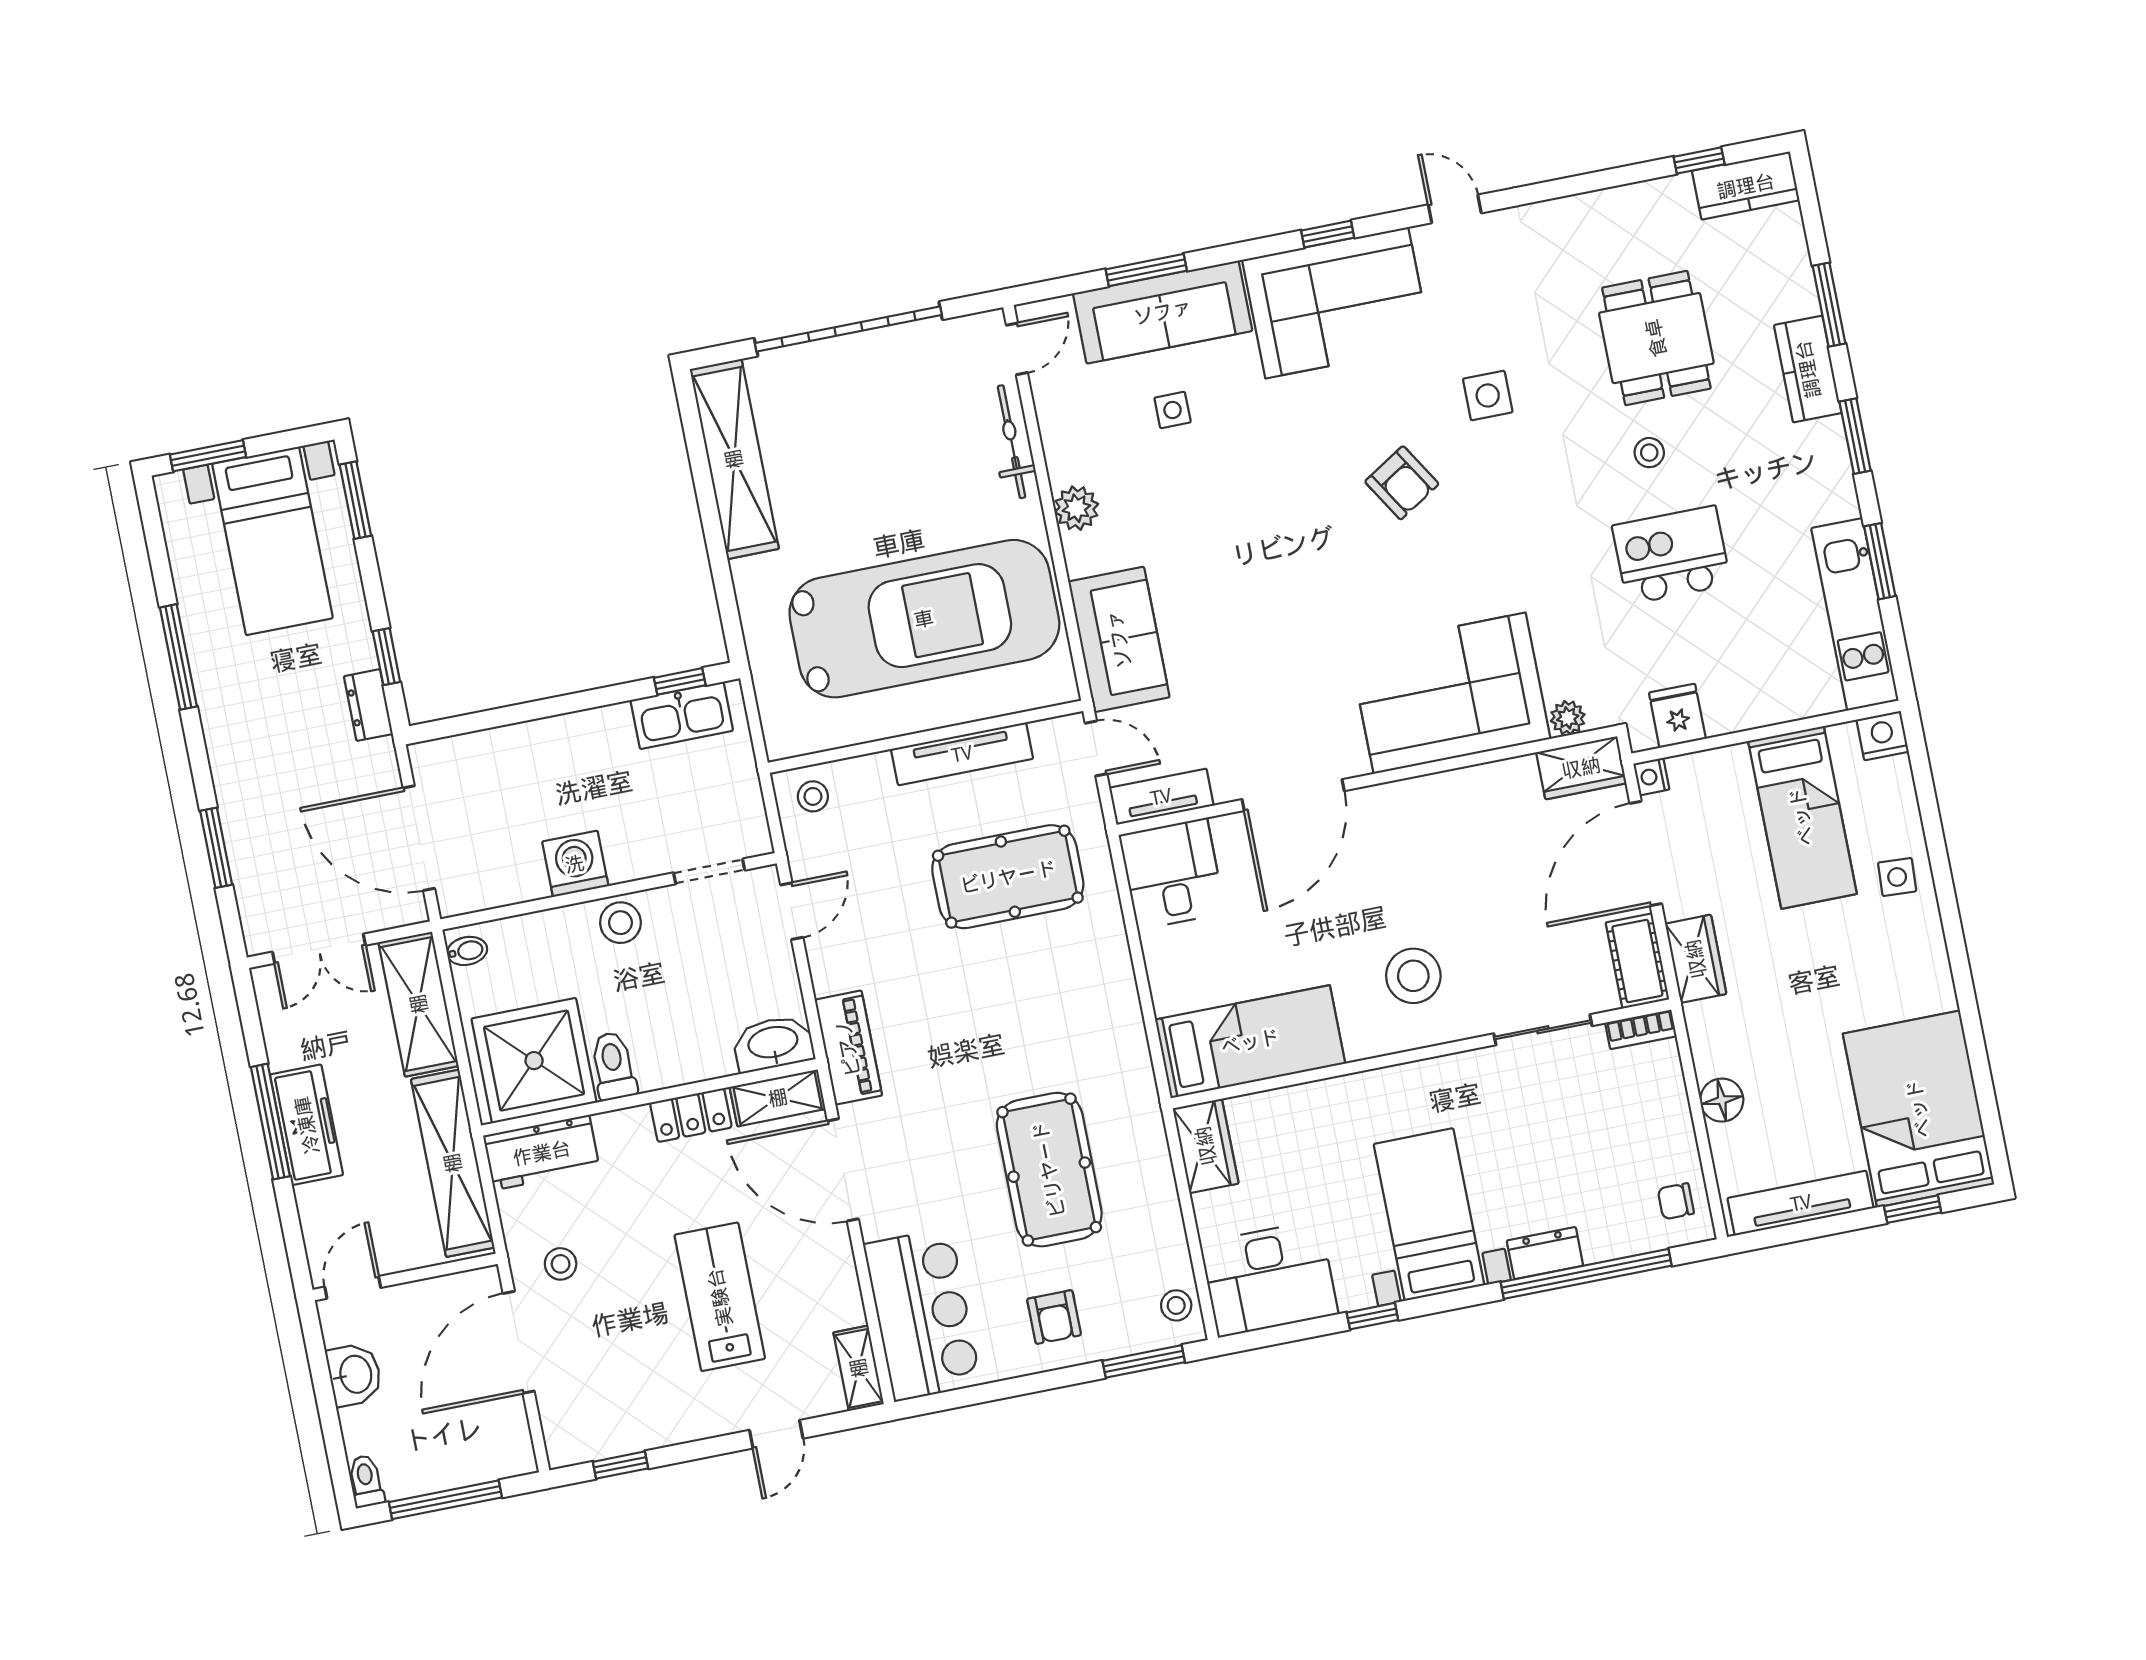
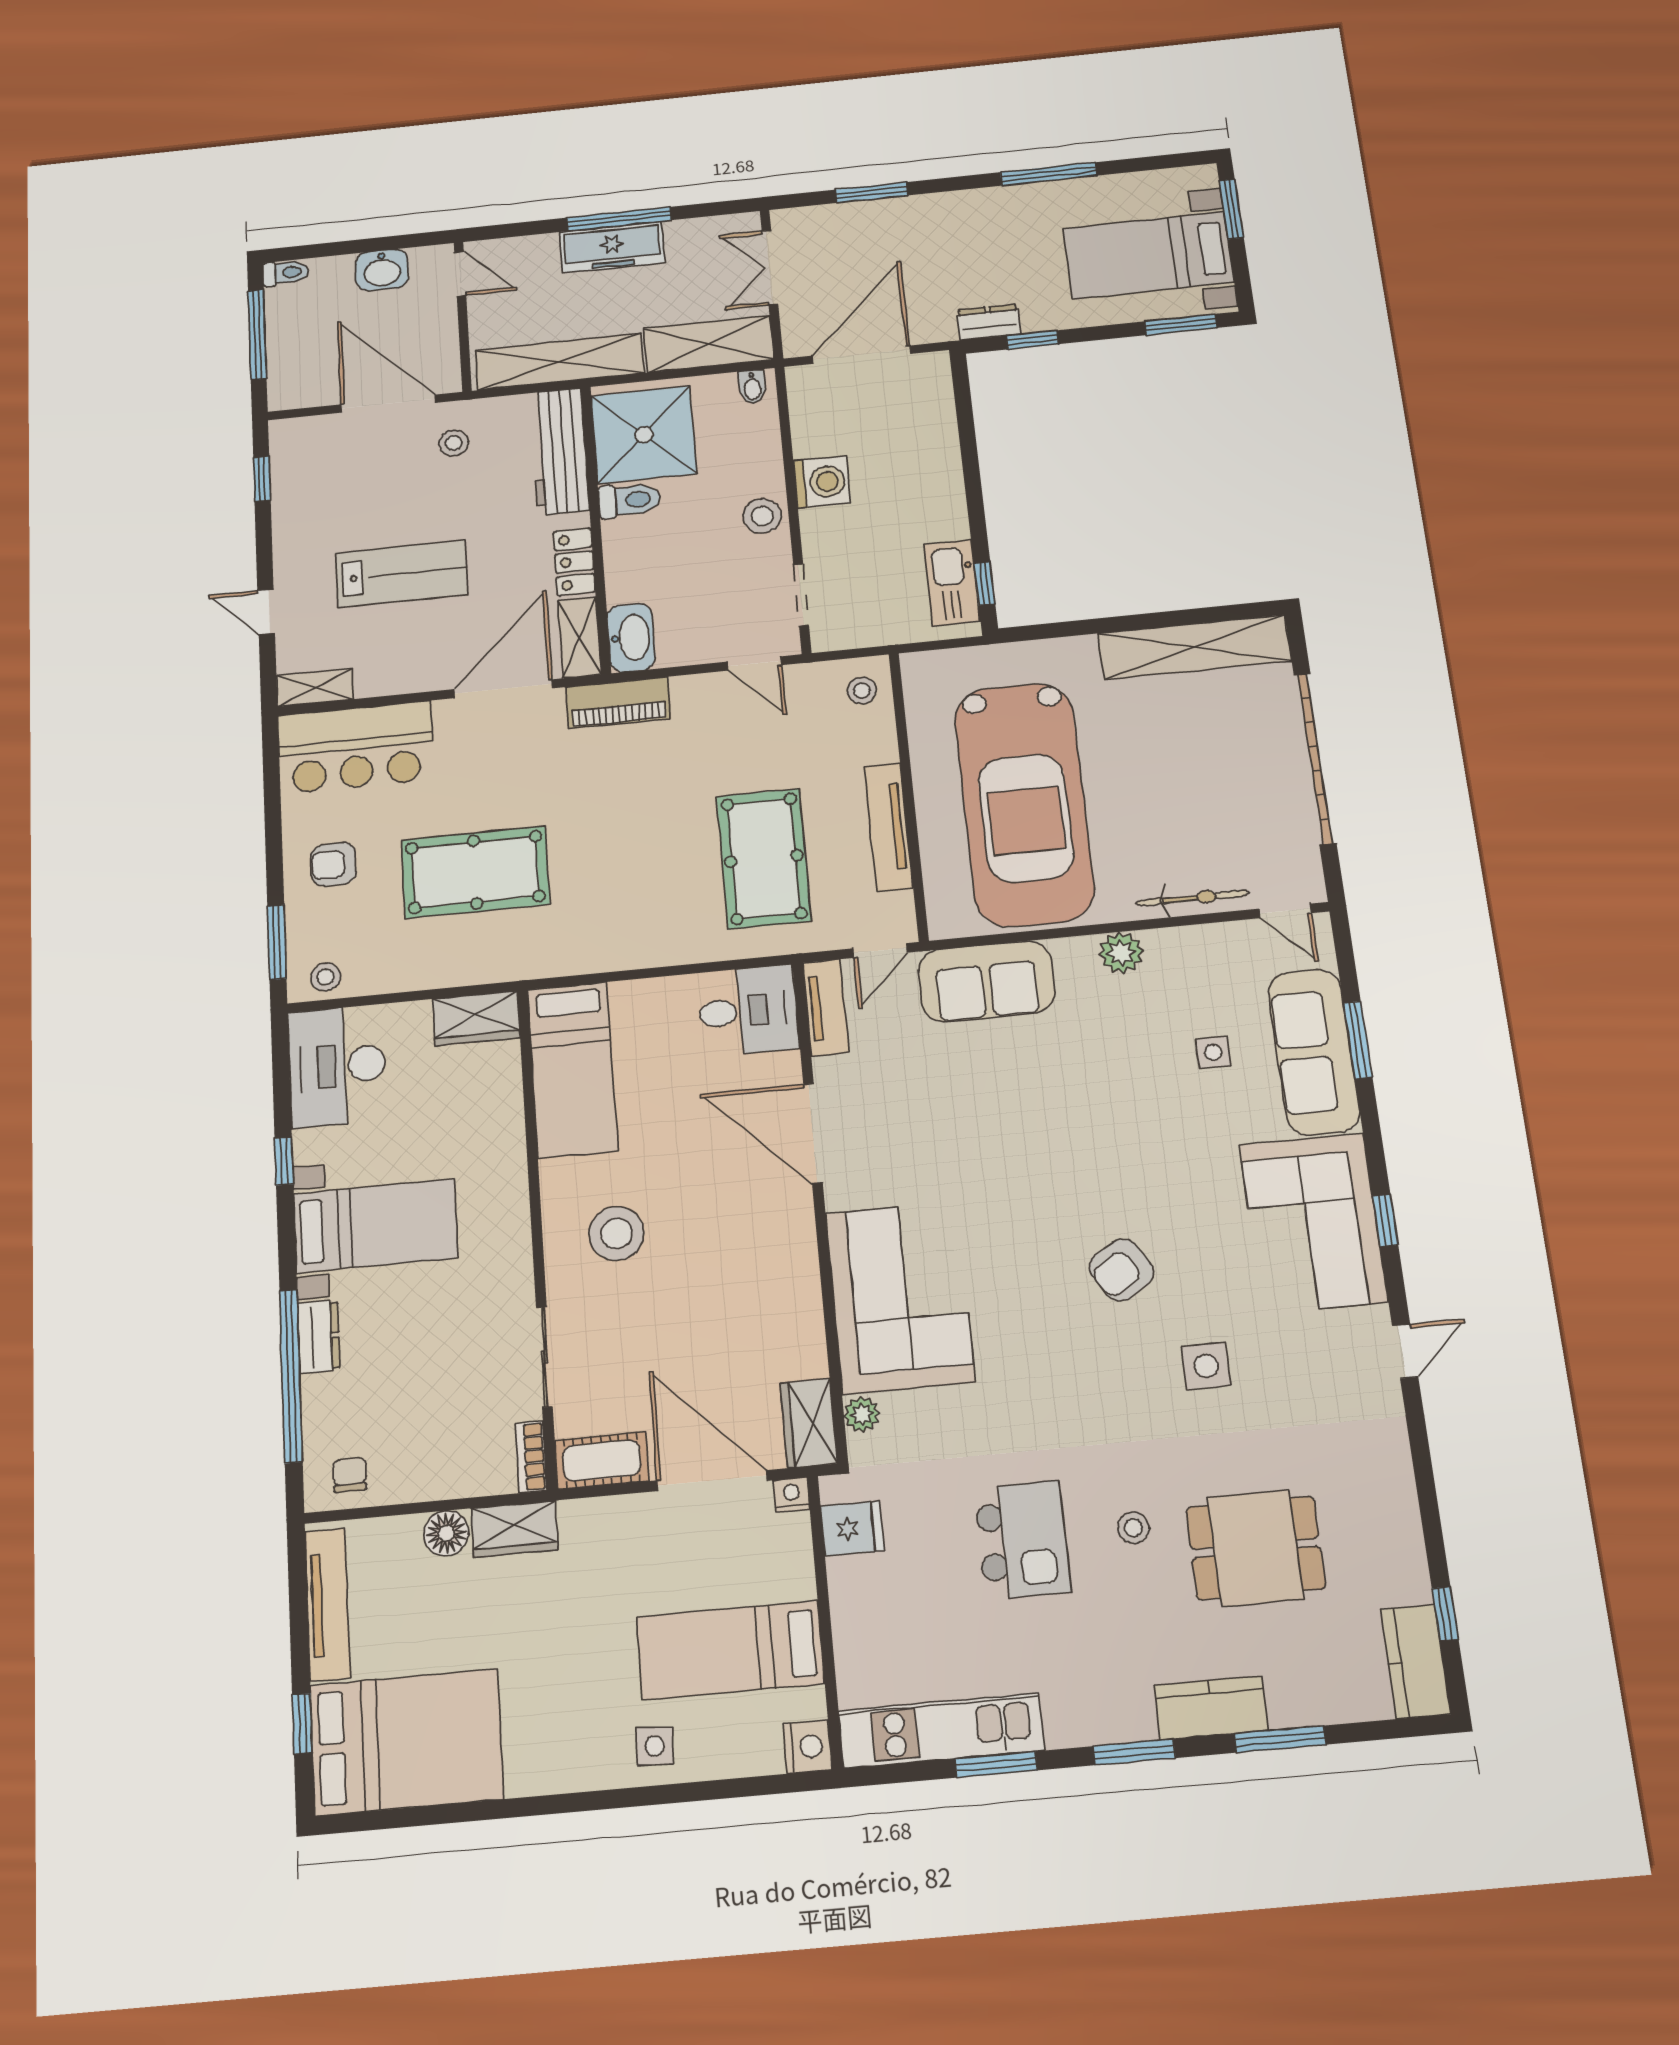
wardrobe: (1696, 959) -> (515, 1529), moved
workbench: (542, 1153) -> (559, 451), width x1.38

